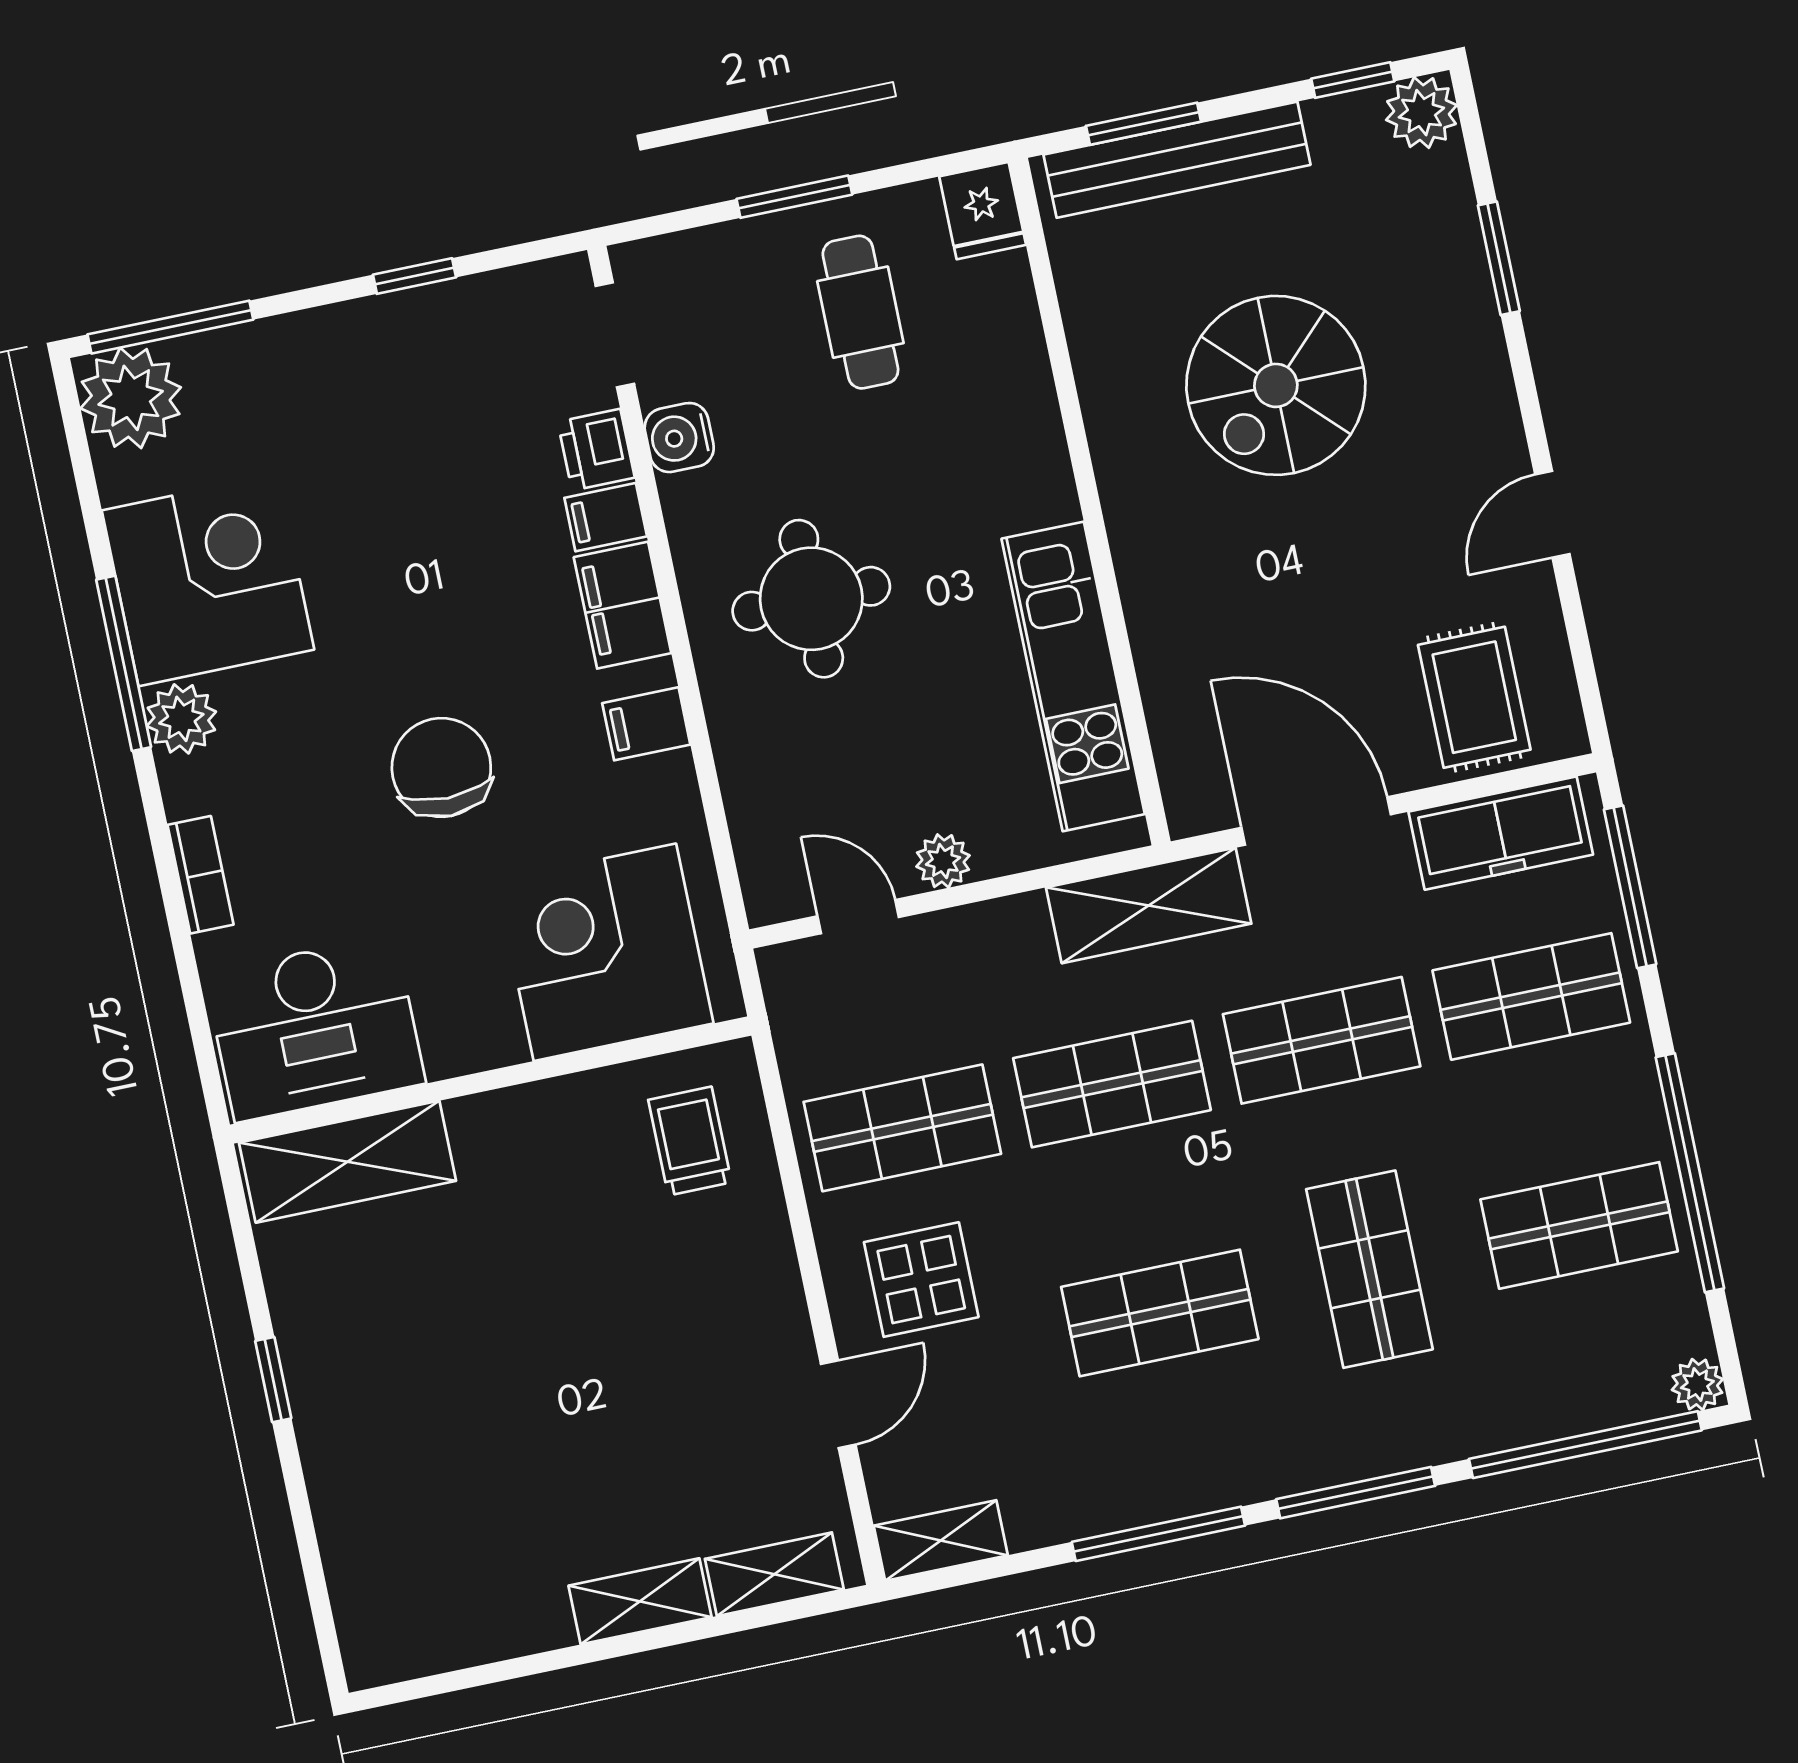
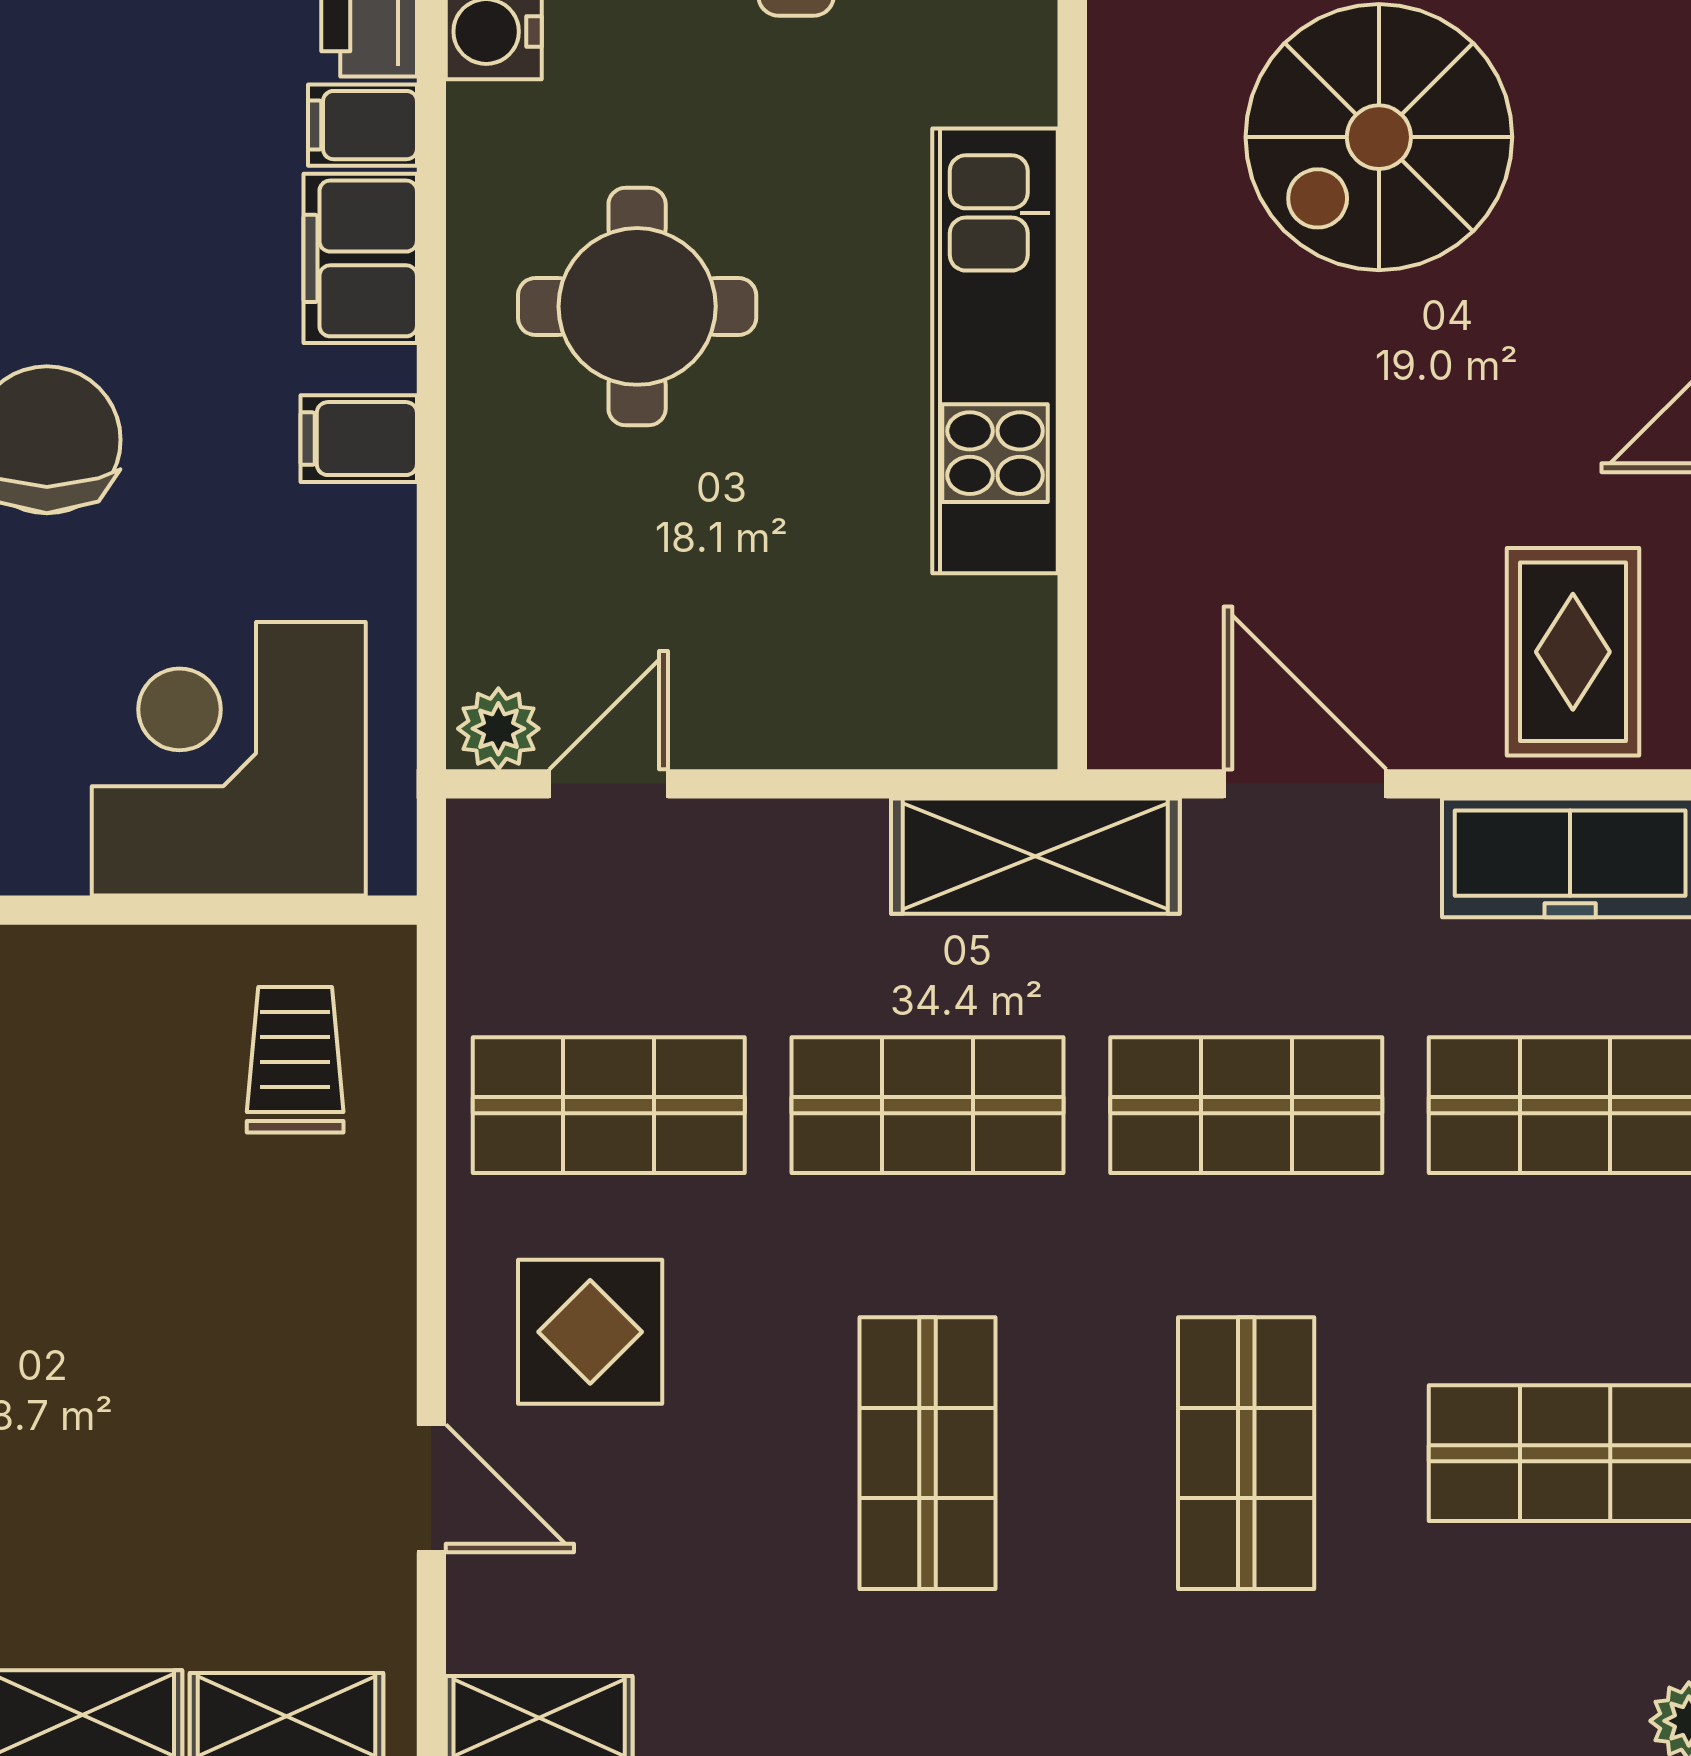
kitchen unit: (1073, 676) -> (995, 351), moved
door: (1316, 821) -> (1305, 784), width x0.73
plant: (943, 861) -> (498, 729), moved
door: (858, 917) -> (609, 784), hinge flipped
shop shelf: (1160, 1313) -> (927, 1453), turned 90
door: (838, 1404) -> (431, 1488), hinge flipped

